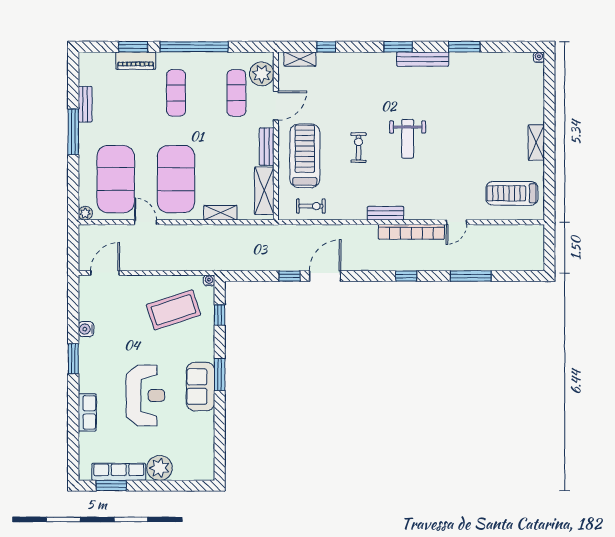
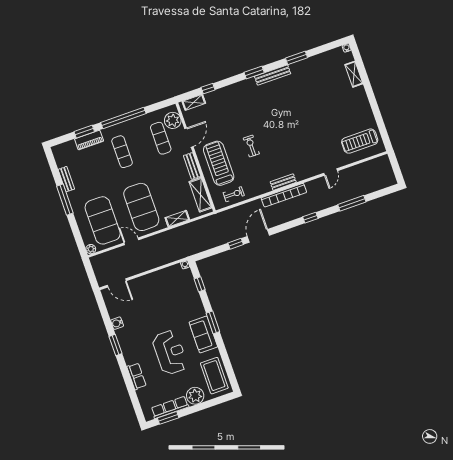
weight bench: (408, 139) -> (281, 129), removed
shelving: (536, 143) -> (354, 74), moved
bookcase: (411, 232) -> (284, 195), moved
door: (105, 273) -> (117, 283), swing flipped
coffee table: (173, 310) -> (214, 376), moved, turned -72

